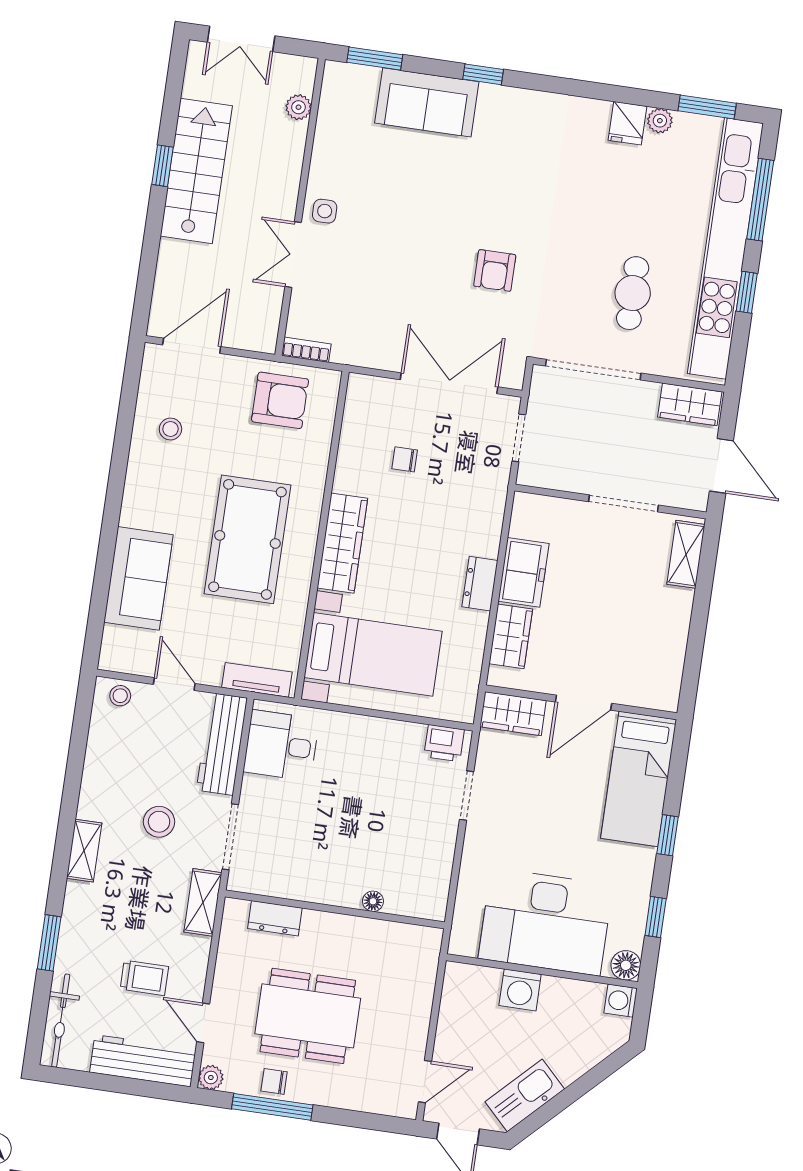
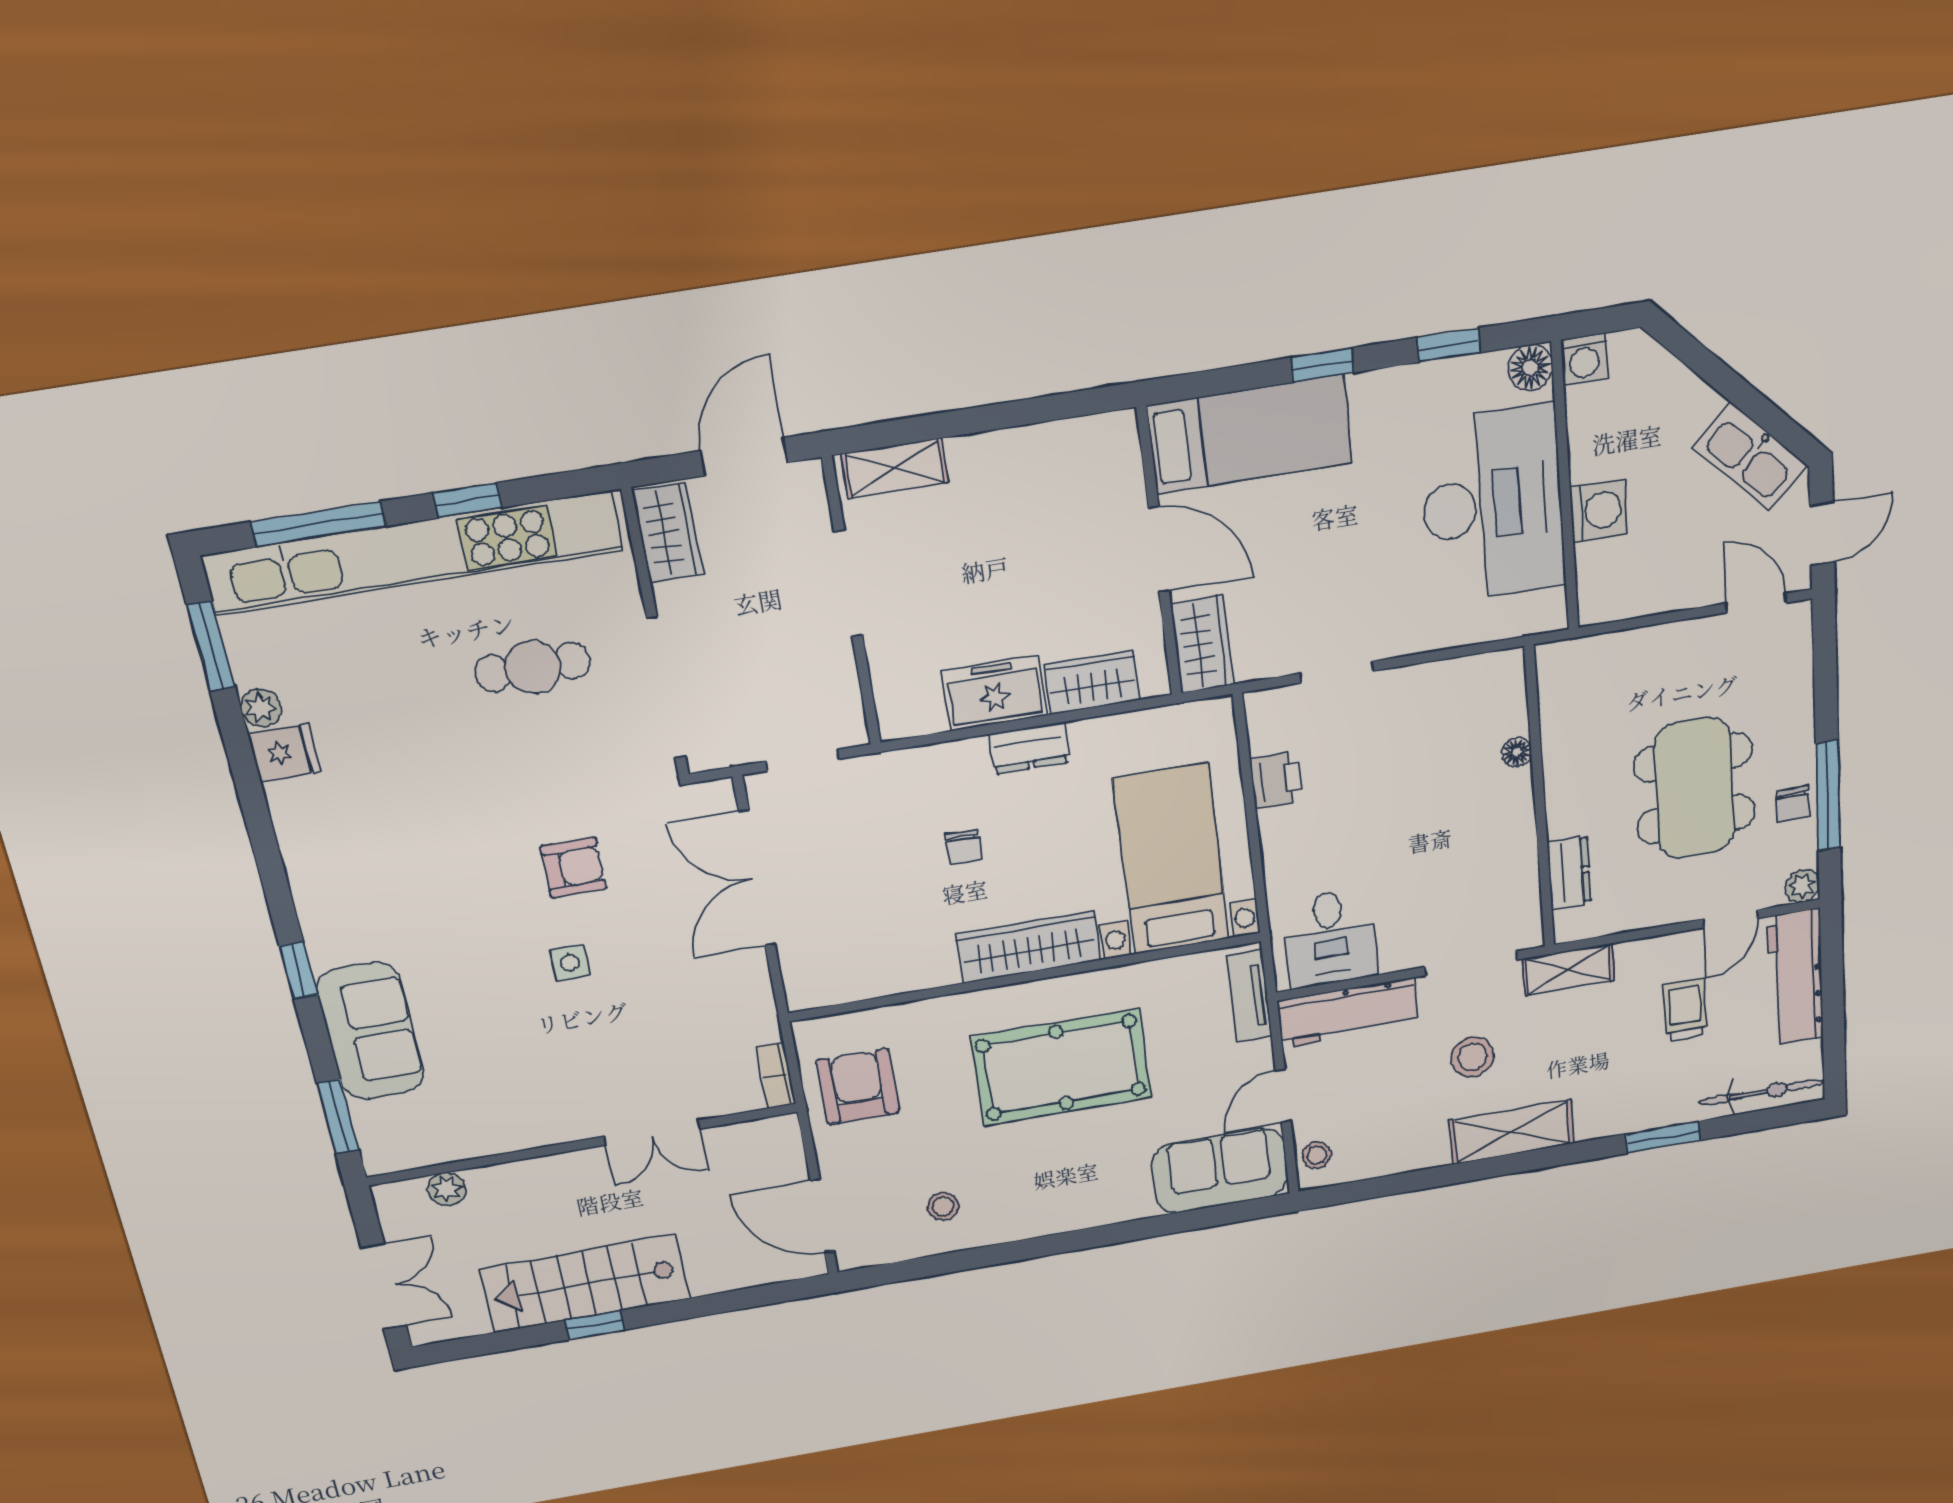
side table: (325, 211) -> (570, 963), moved
chair: (405, 459) -> (964, 847), moved
sofa: (139, 578) -> (1220, 1171), moved
printer: (444, 743) -> (1276, 780), moved
shelving: (84, 851) -> (1512, 1132), width x1.50, depth x1.33

